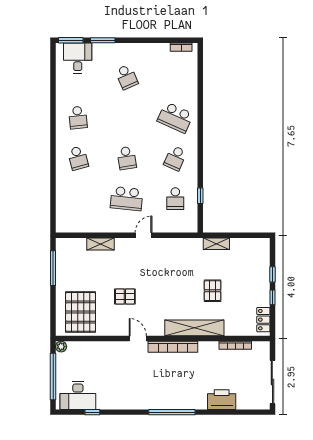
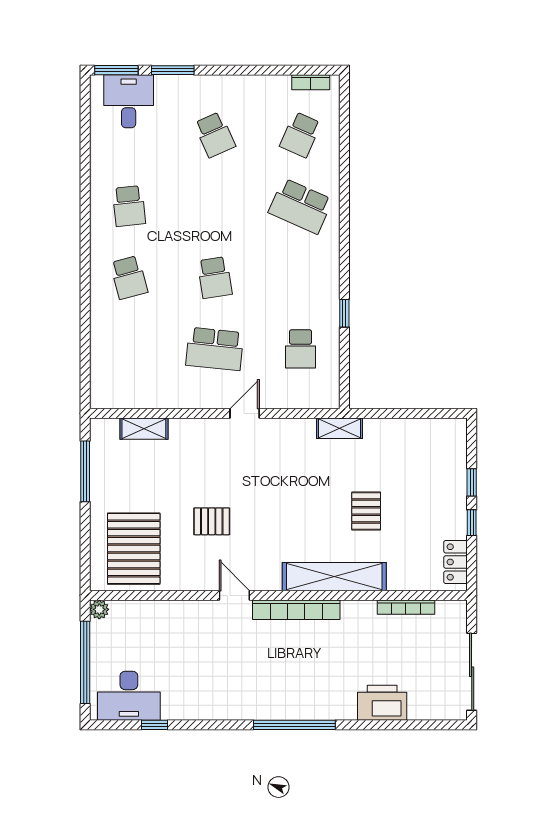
school desk: (175, 158) -> (300, 135), moved
window: (200, 196) -> (344, 313), moved
shelving: (101, 244) -> (144, 429), moved
shelving: (216, 244) -> (340, 428), moved

